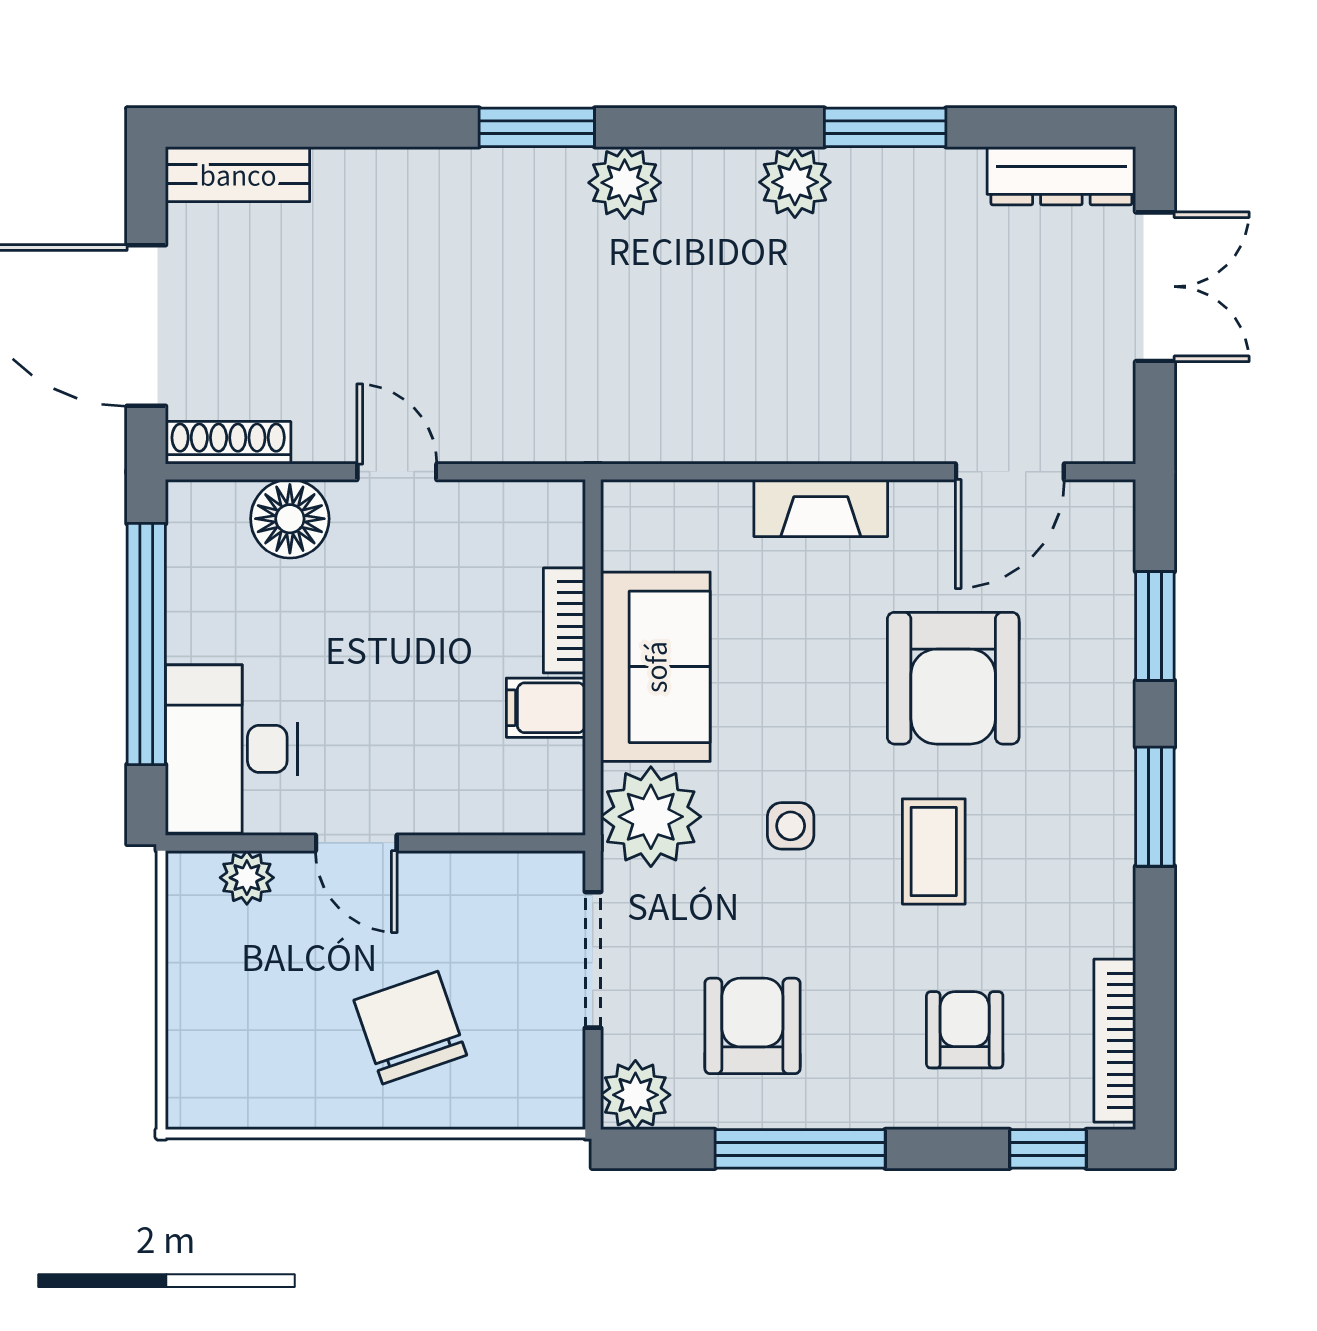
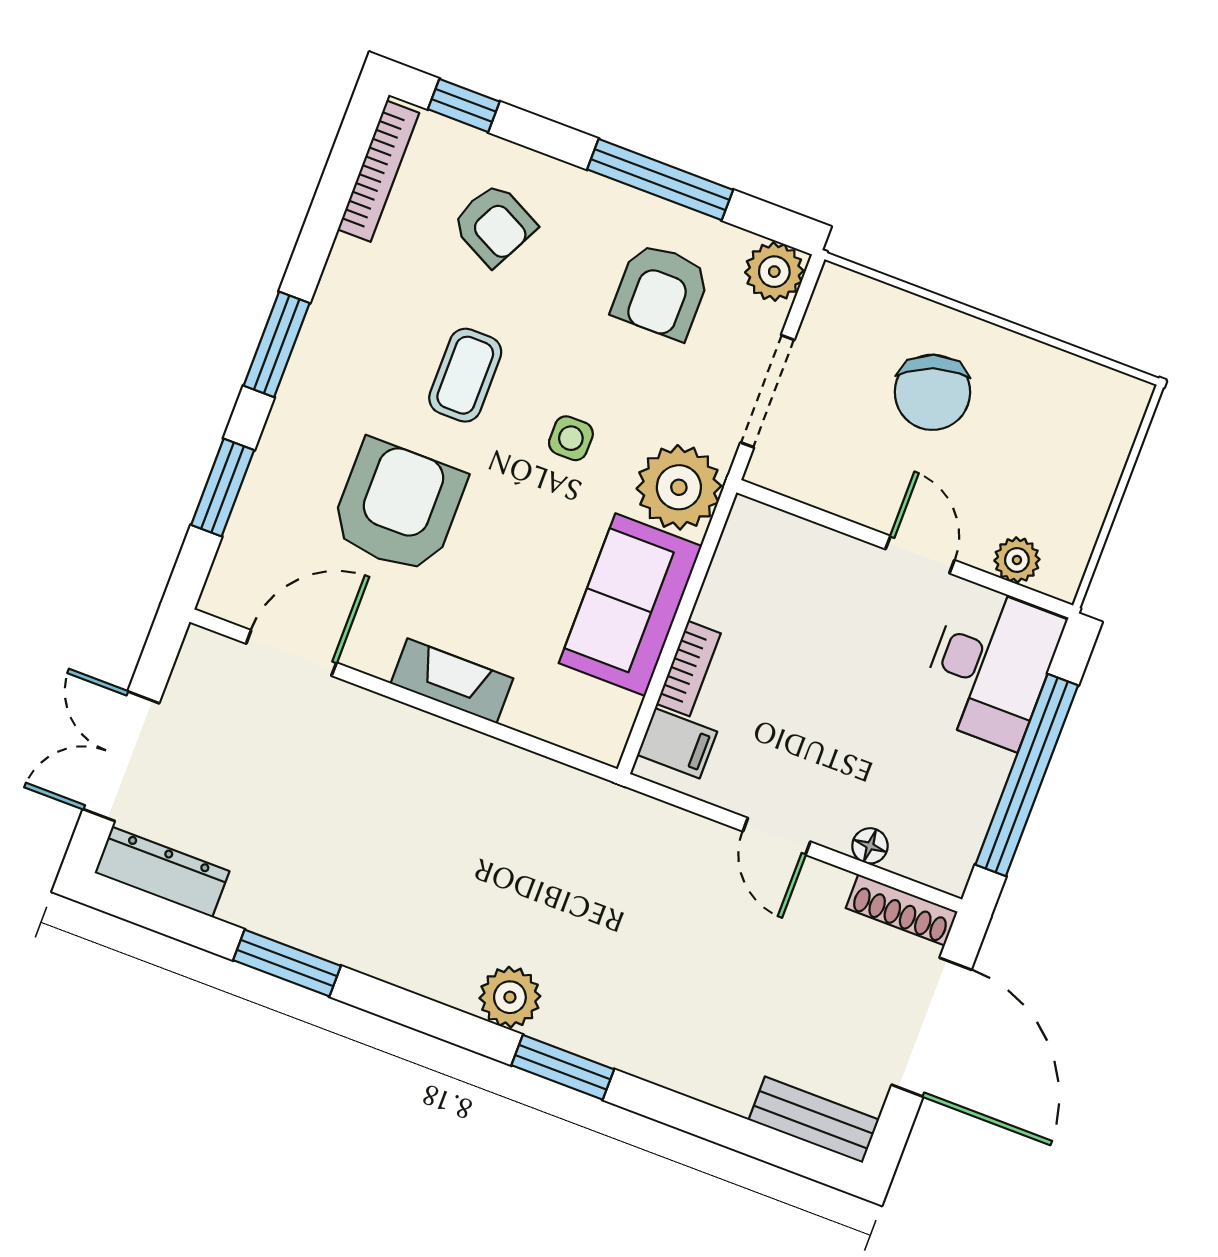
plant: (795, 182) -> (375, 947), removed
floor lamp: (290, 519) -> (870, 846), width x0.53, depth x0.53
filing cabinet: (546, 708) -> (677, 743), moved
armchair: (965, 1030) -> (494, 225), turned -63

